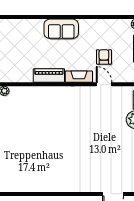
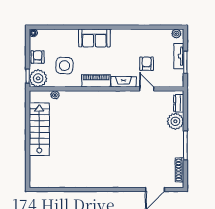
sofa: (61, 29) -> (94, 38), moved
side table: (15, 59) -> (64, 66), added

